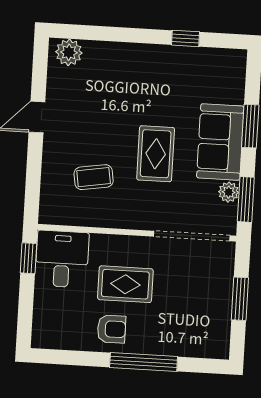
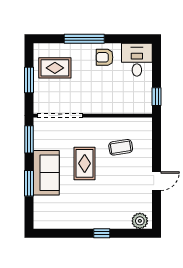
window: (185, 38) -> (102, 233), moved
plant: (229, 192) -> (40, 143), removed
desk: (62, 259) -> (137, 60), moved, turned 180
rug: (125, 284) -> (55, 68), moved

